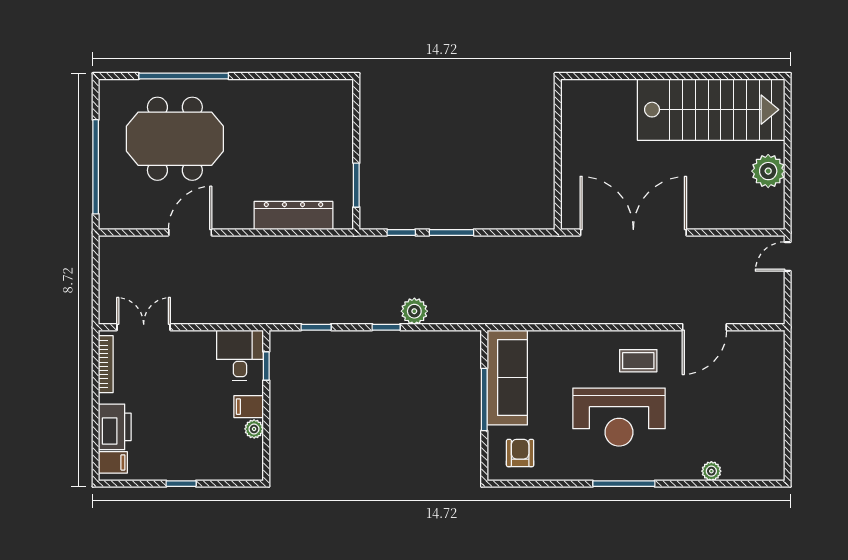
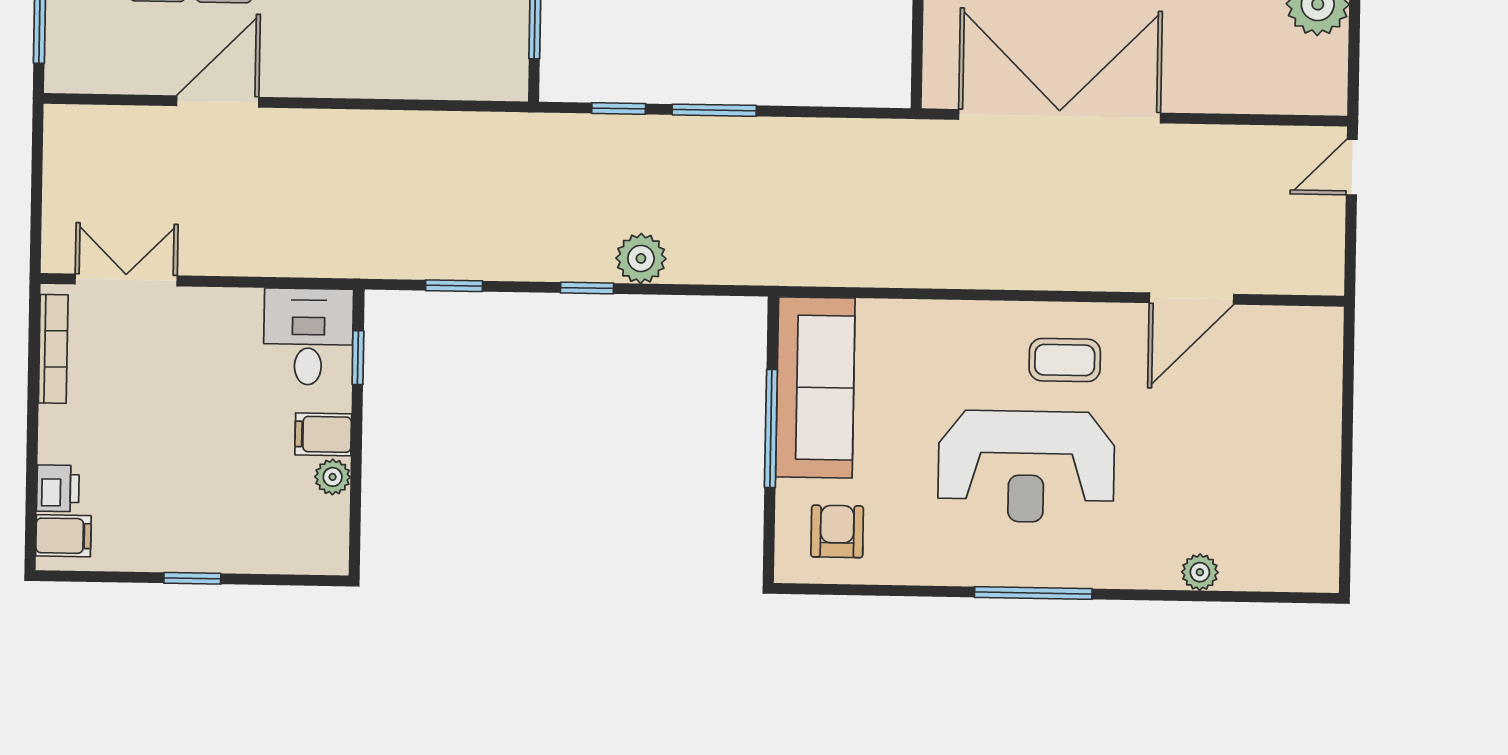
dresser: (293, 216) -> (415, 73), removed
printer: (115, 427) -> (58, 488), width x0.53, depth x0.68

